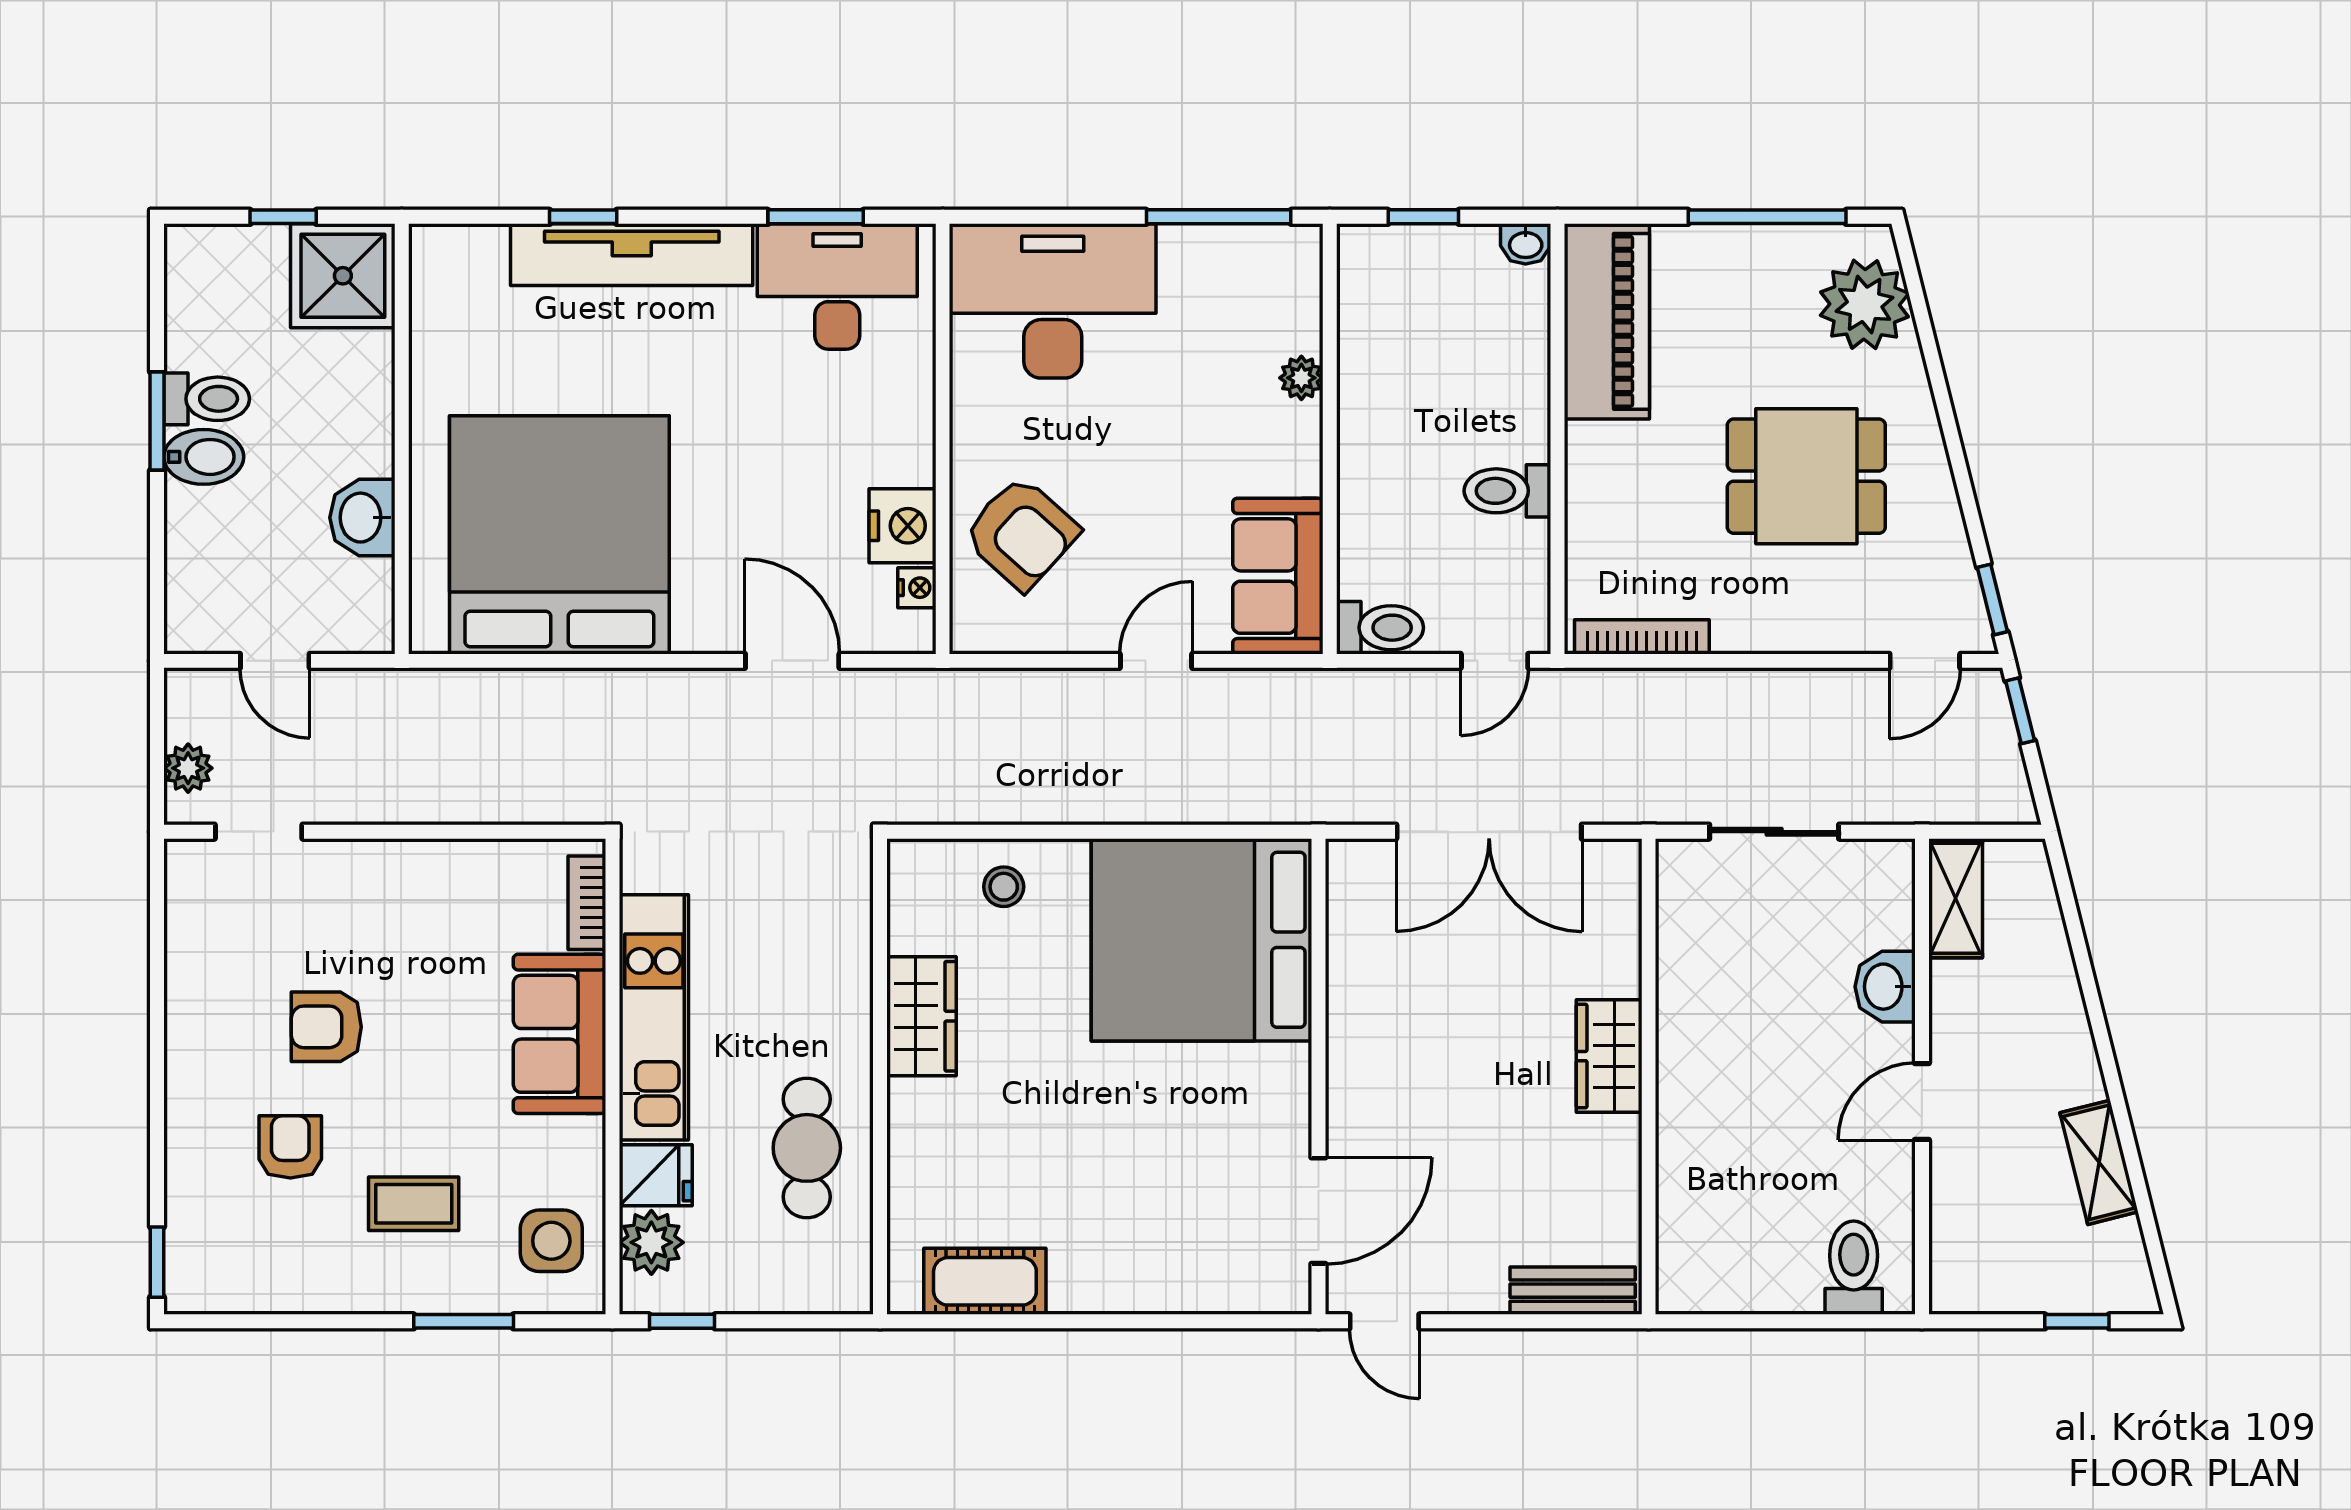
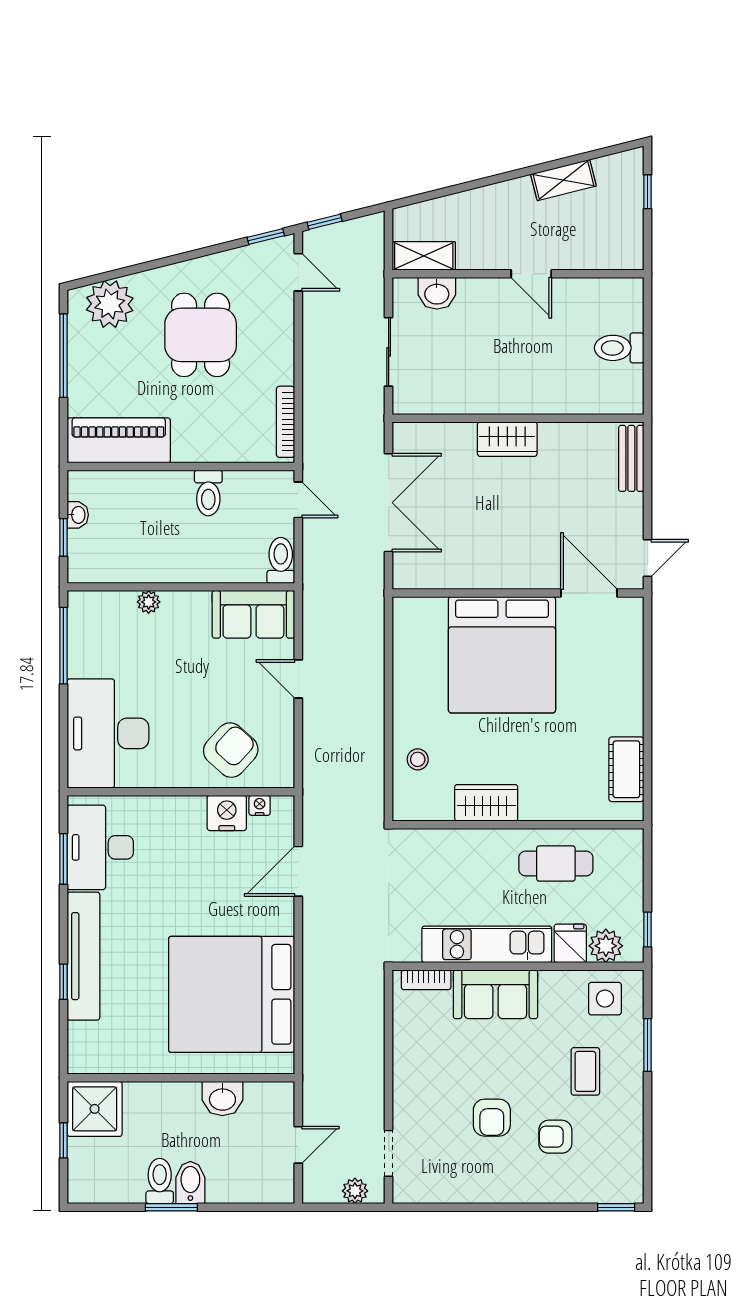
washbasin: (1526, 244) -> (78, 515), moved
bed: (1202, 940) -> (502, 655), moved
washbasin: (1885, 987) -> (437, 293), moved
toilet: (1854, 1268) -> (619, 348), moved

